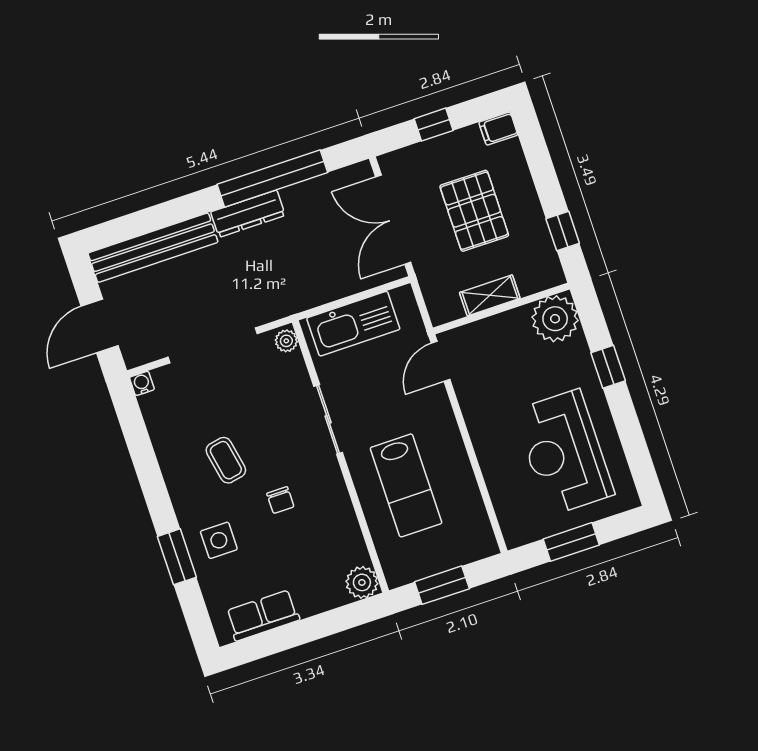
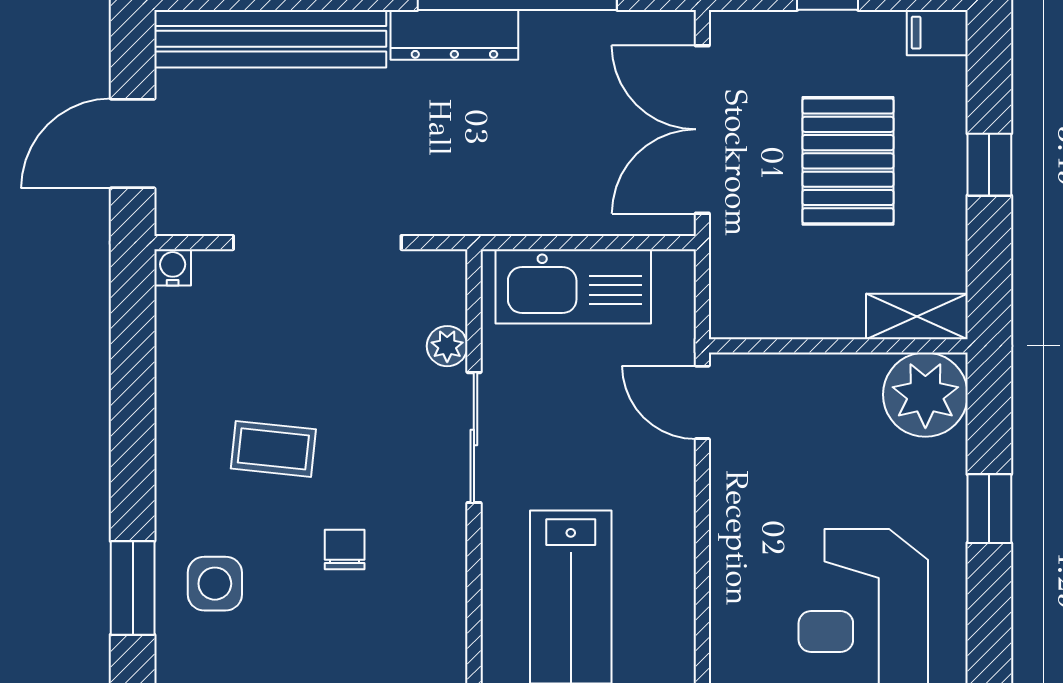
window: (563, 231) -> (989, 165), moved
shelving: (490, 295) -> (917, 316), moved
plant: (286, 341) -> (447, 346), moved
door: (441, 361) -> (702, 402), hinge flipped
coffee table: (226, 460) -> (273, 449), turned -73
chair: (280, 500) -> (345, 550), turned 180

